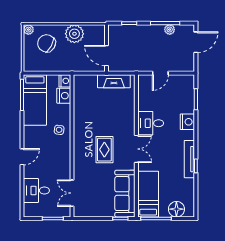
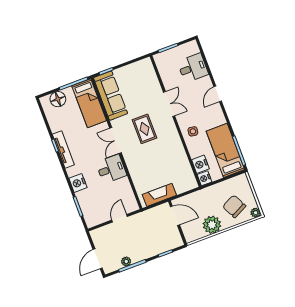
chair: (47, 43) -> (234, 206), turned -146
double door: (72, 193) -> (169, 104), moved

